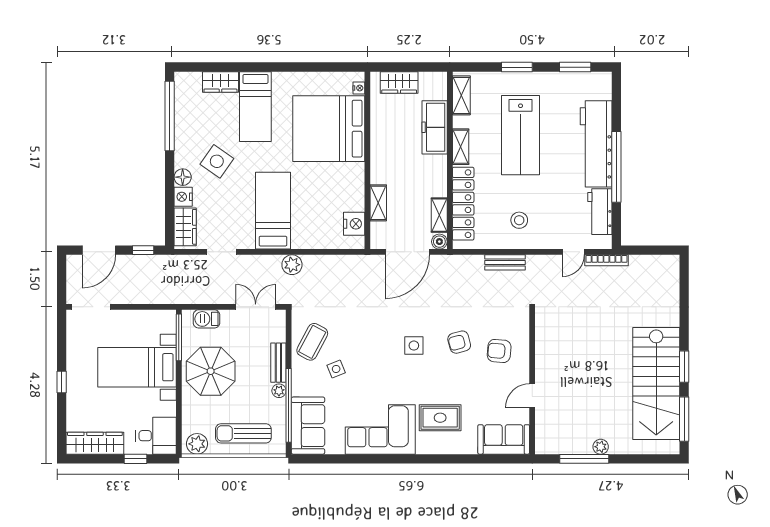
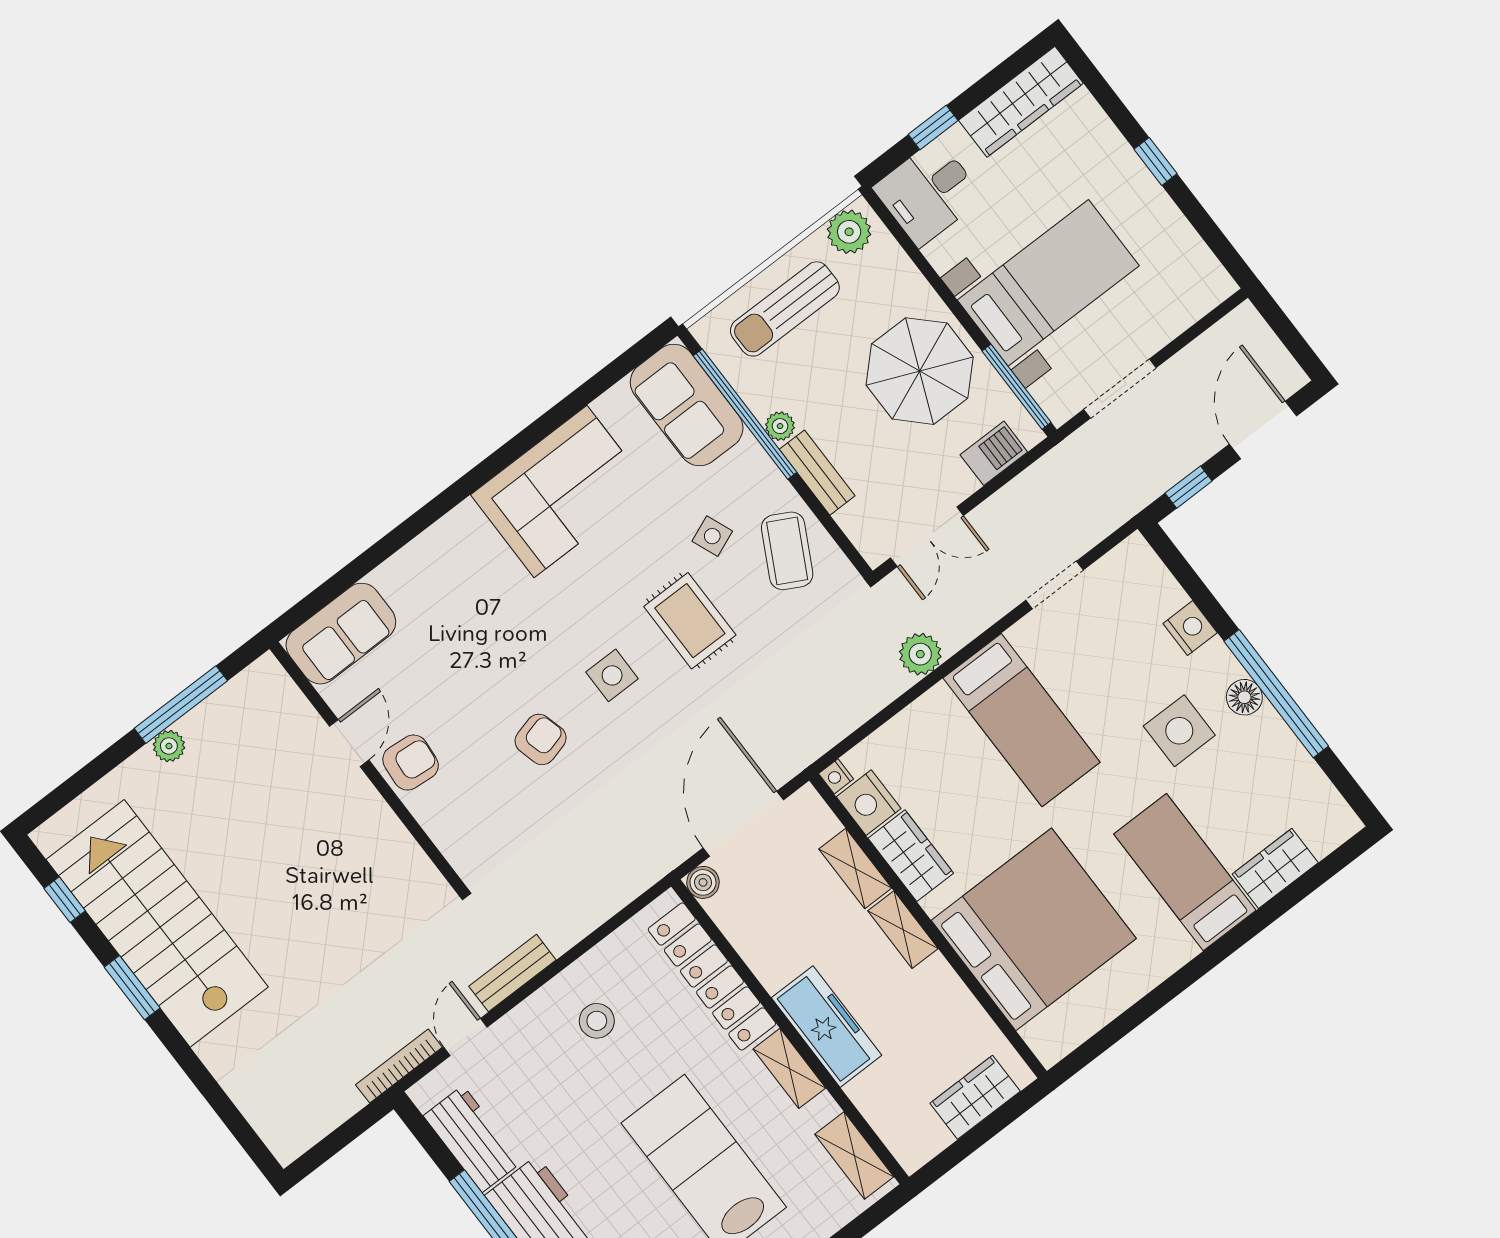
nightstand: (359, 88) -> (836, 776), moved
window: (170, 116) -> (1276, 694), moved
freezer: (435, 127) -> (826, 1027), moved
side table: (217, 161) -> (1179, 731), turned -35
floor lamp: (183, 177) -> (1244, 697), moved
shelving: (439, 215) -> (903, 930), moved
wardrobe: (185, 227) -> (911, 856), moved, turned 180
bench: (505, 262) -> (512, 973), moved
doorway: (91, 307) -> (1120, 389), moved
armchair: (499, 351) -> (411, 763), moved
rug: (440, 418) -> (690, 621), moved, turned 90
window: (684, 419) -> (65, 900), width x0.46
sun lounger: (243, 433) -> (785, 309), turned 180

